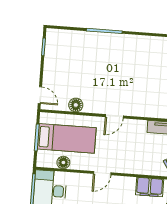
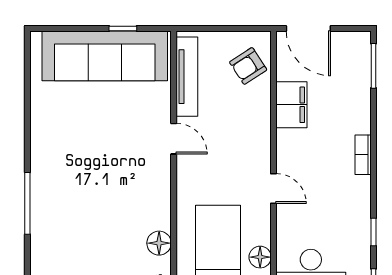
door: (114, 116) -> (174, 139), moved

